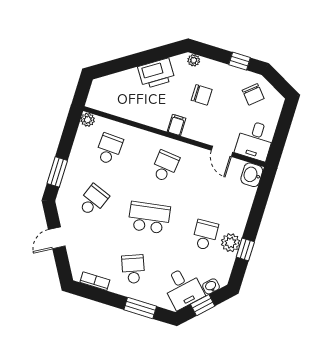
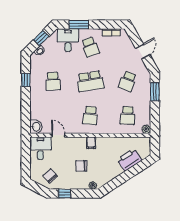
printer: (156, 73) -> (129, 160), moved
plant: (231, 243) -> (36, 81), removed
desk: (183, 288) -> (68, 40), moved, turned 45

